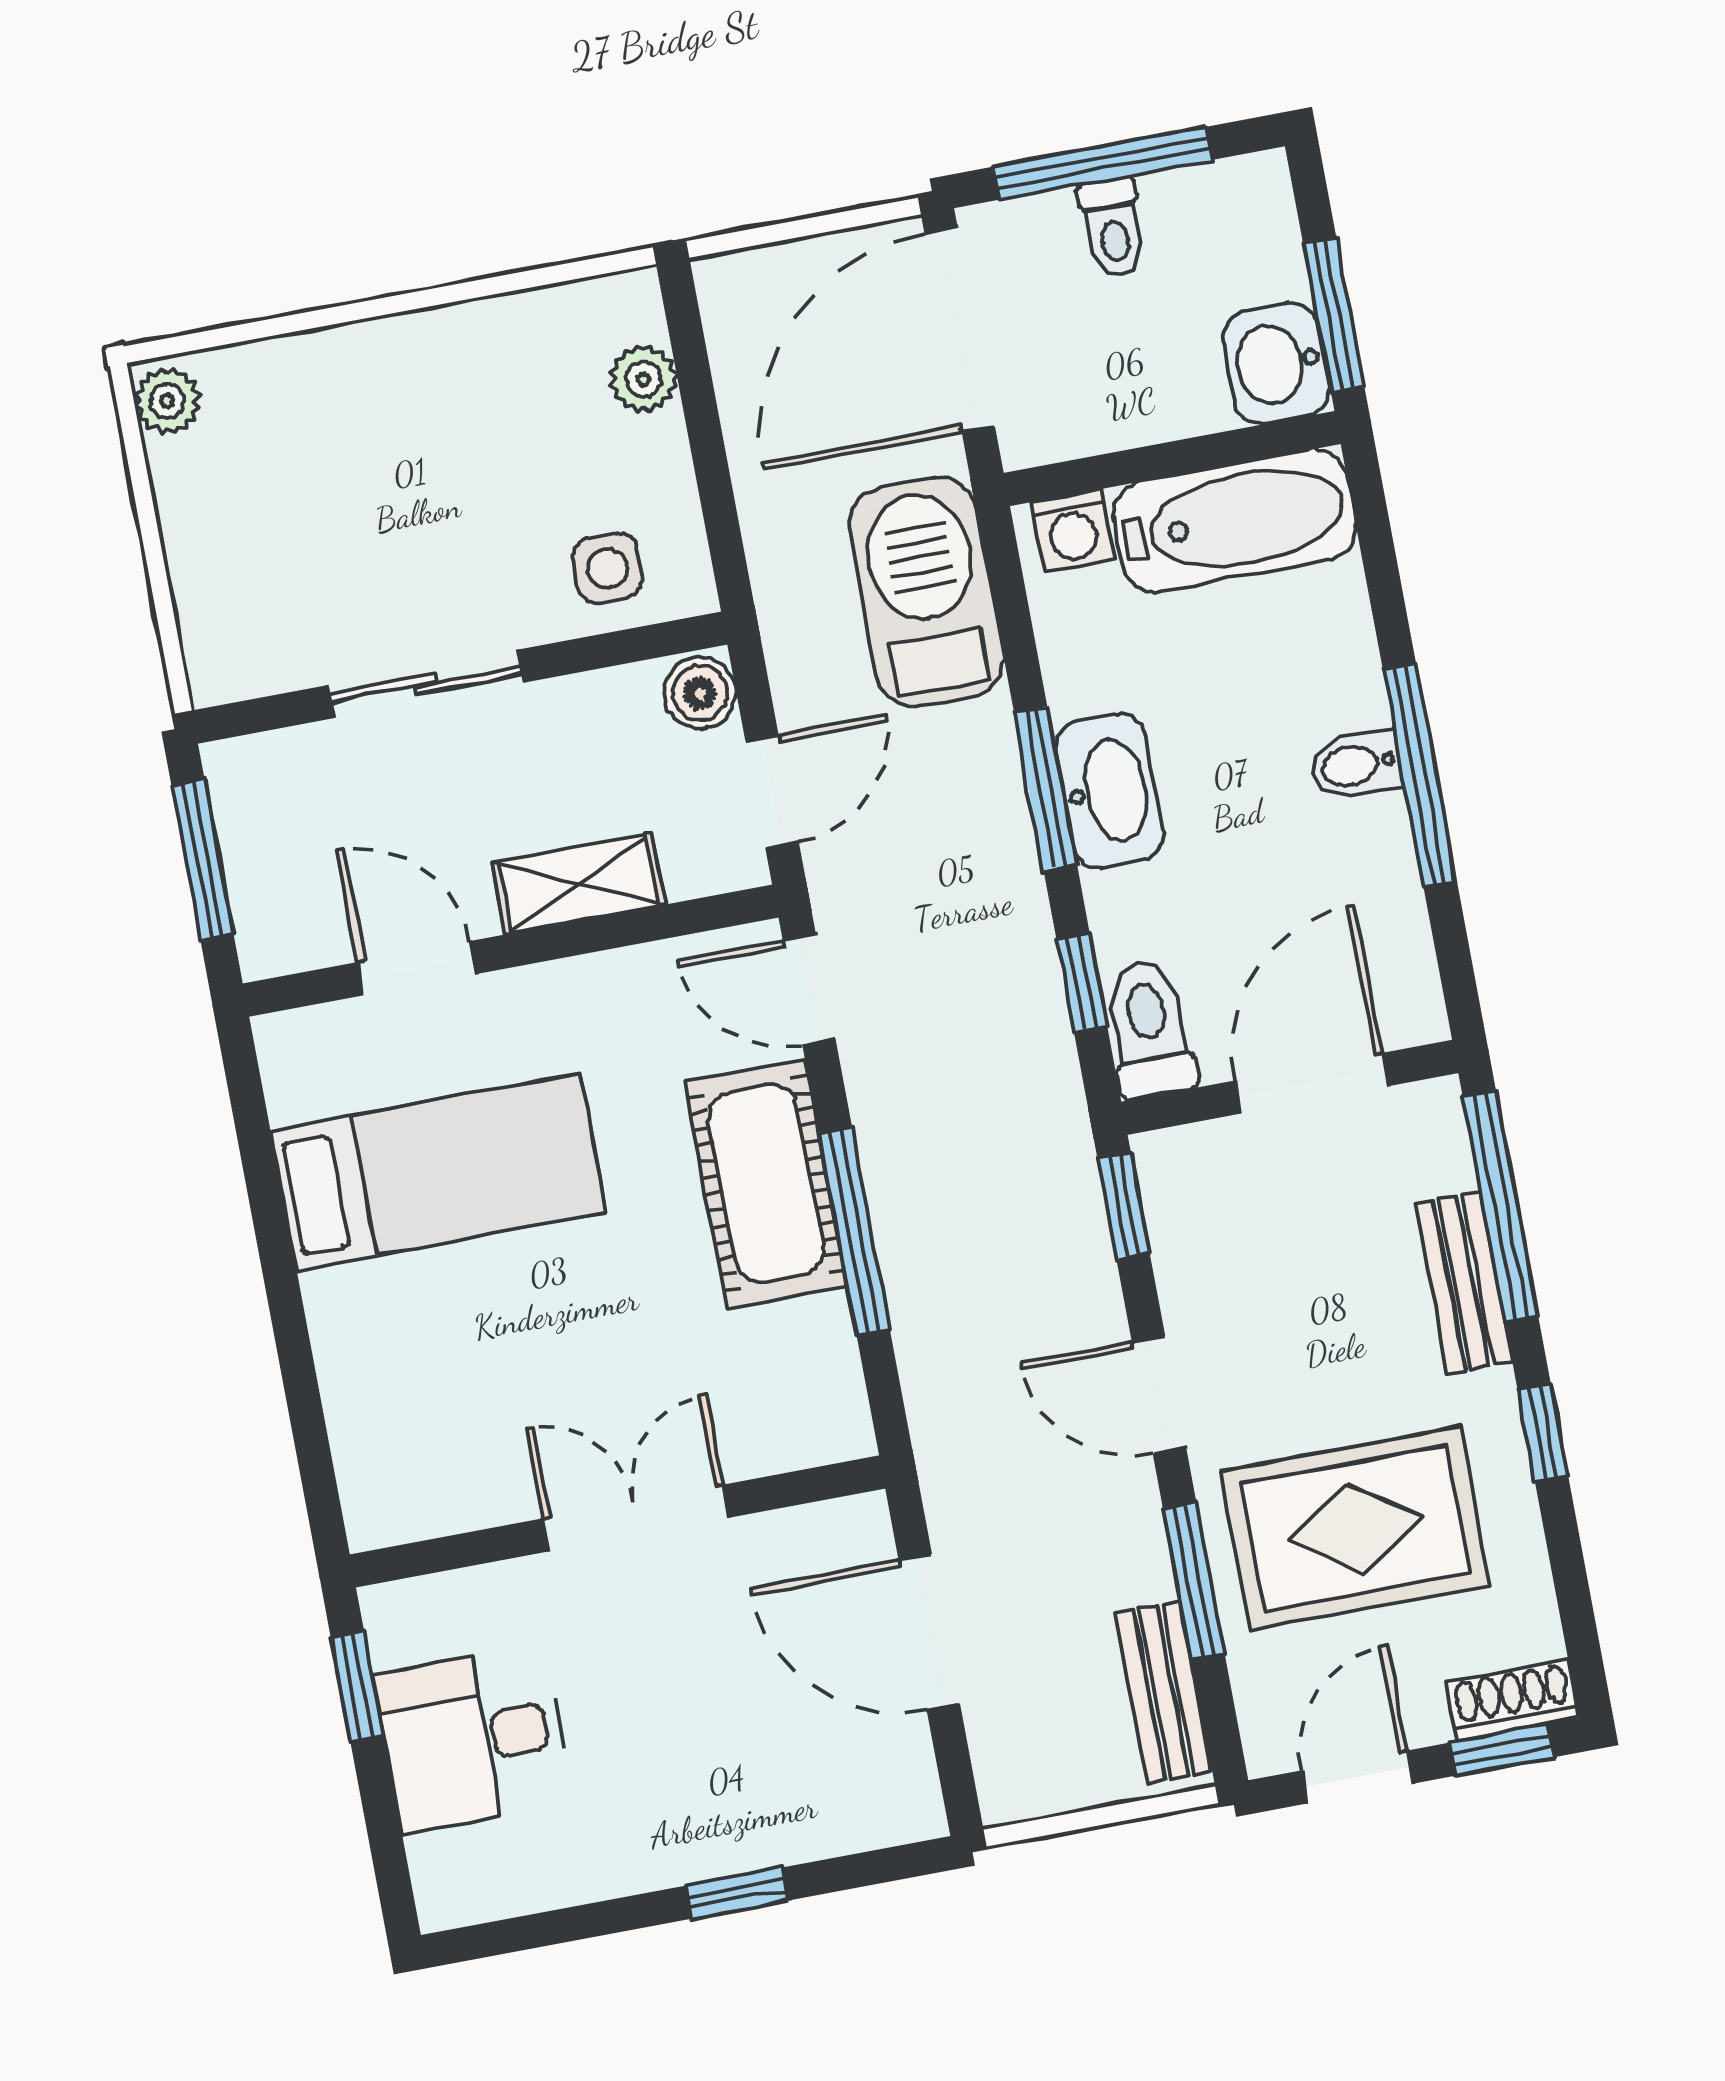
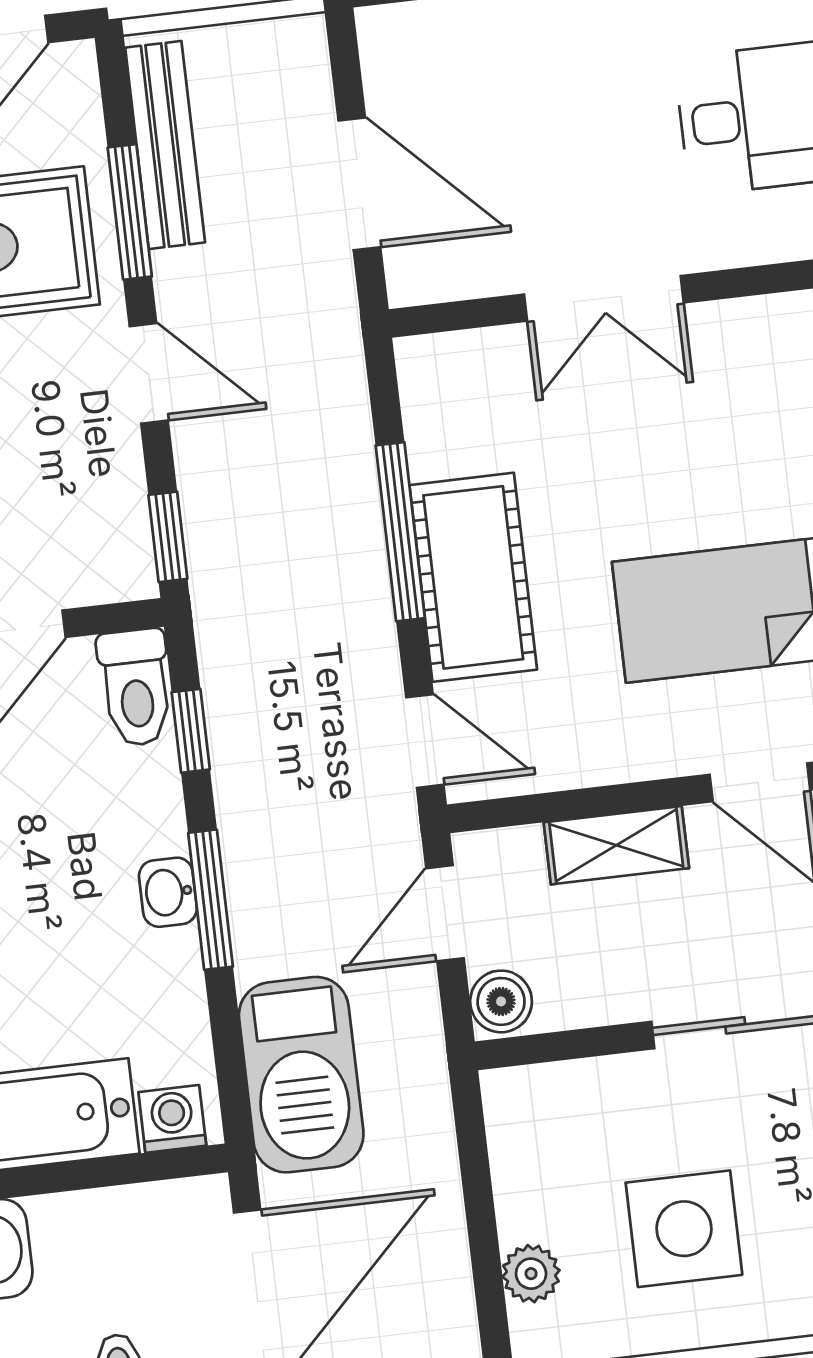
side table: (608, 568) -> (684, 1229), moved, width x1.87, depth x1.87
washbasin: (1109, 791) -> (168, 892), width x0.52, depth x0.69
bench: (1164, 1692) -> (165, 145), width x1.36

